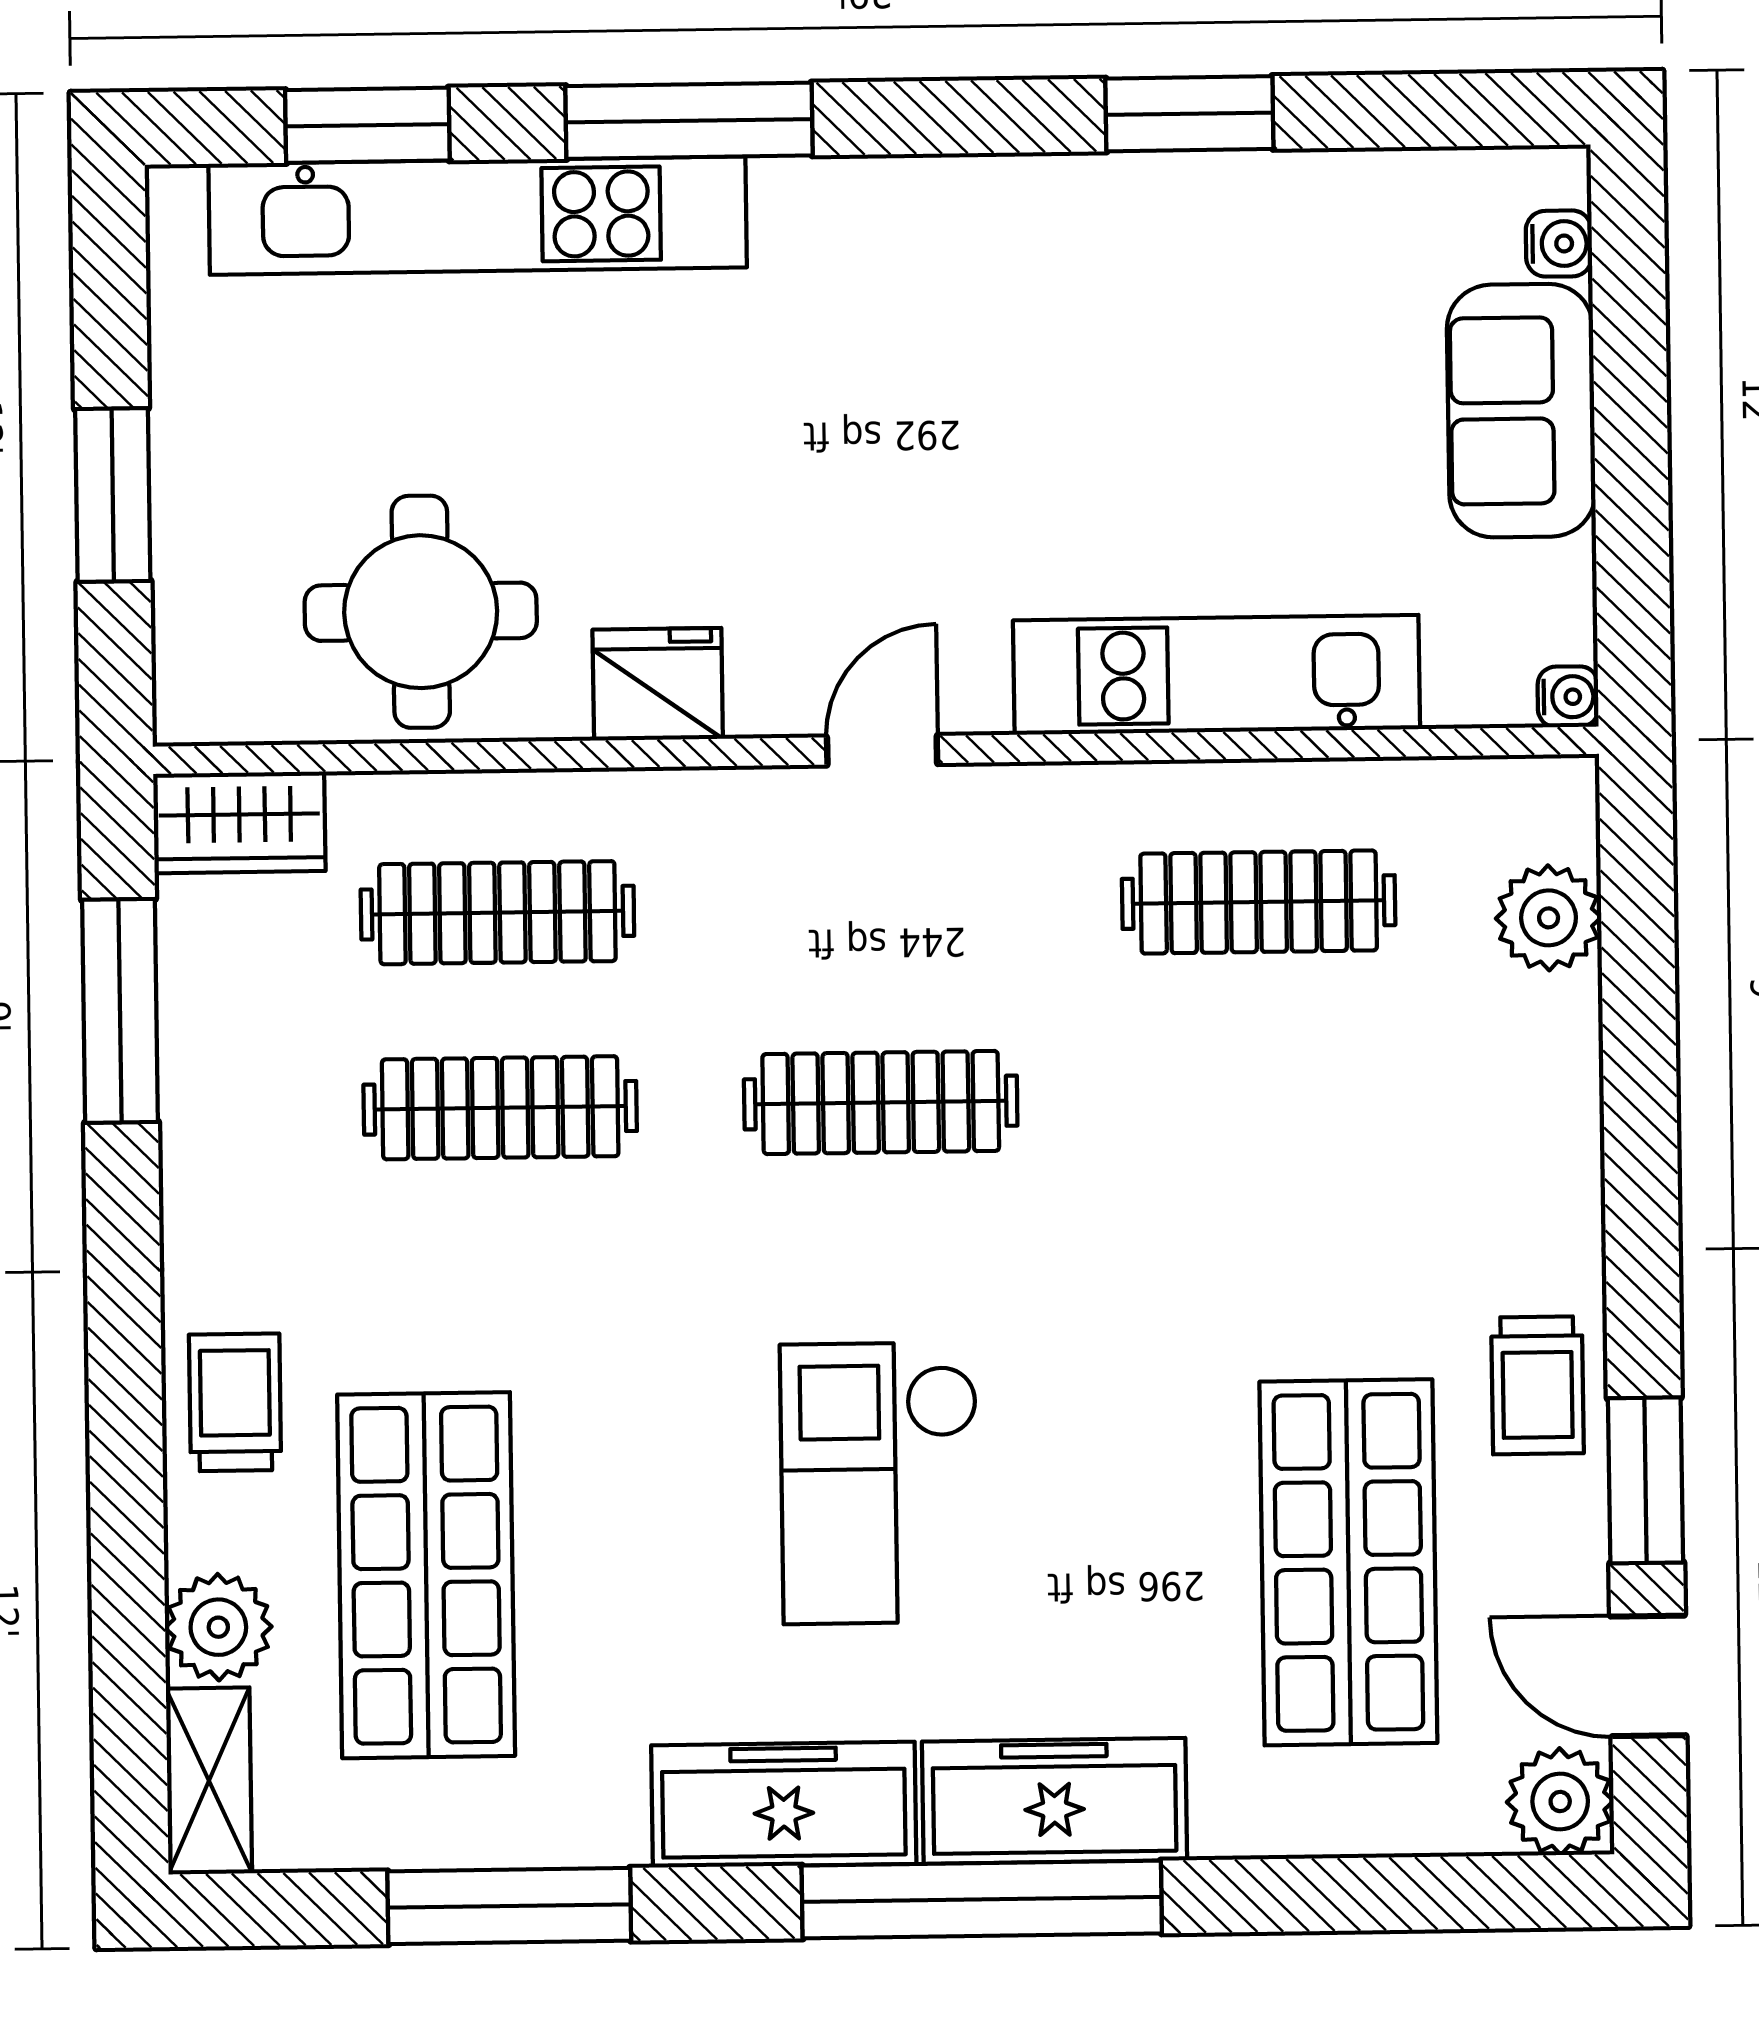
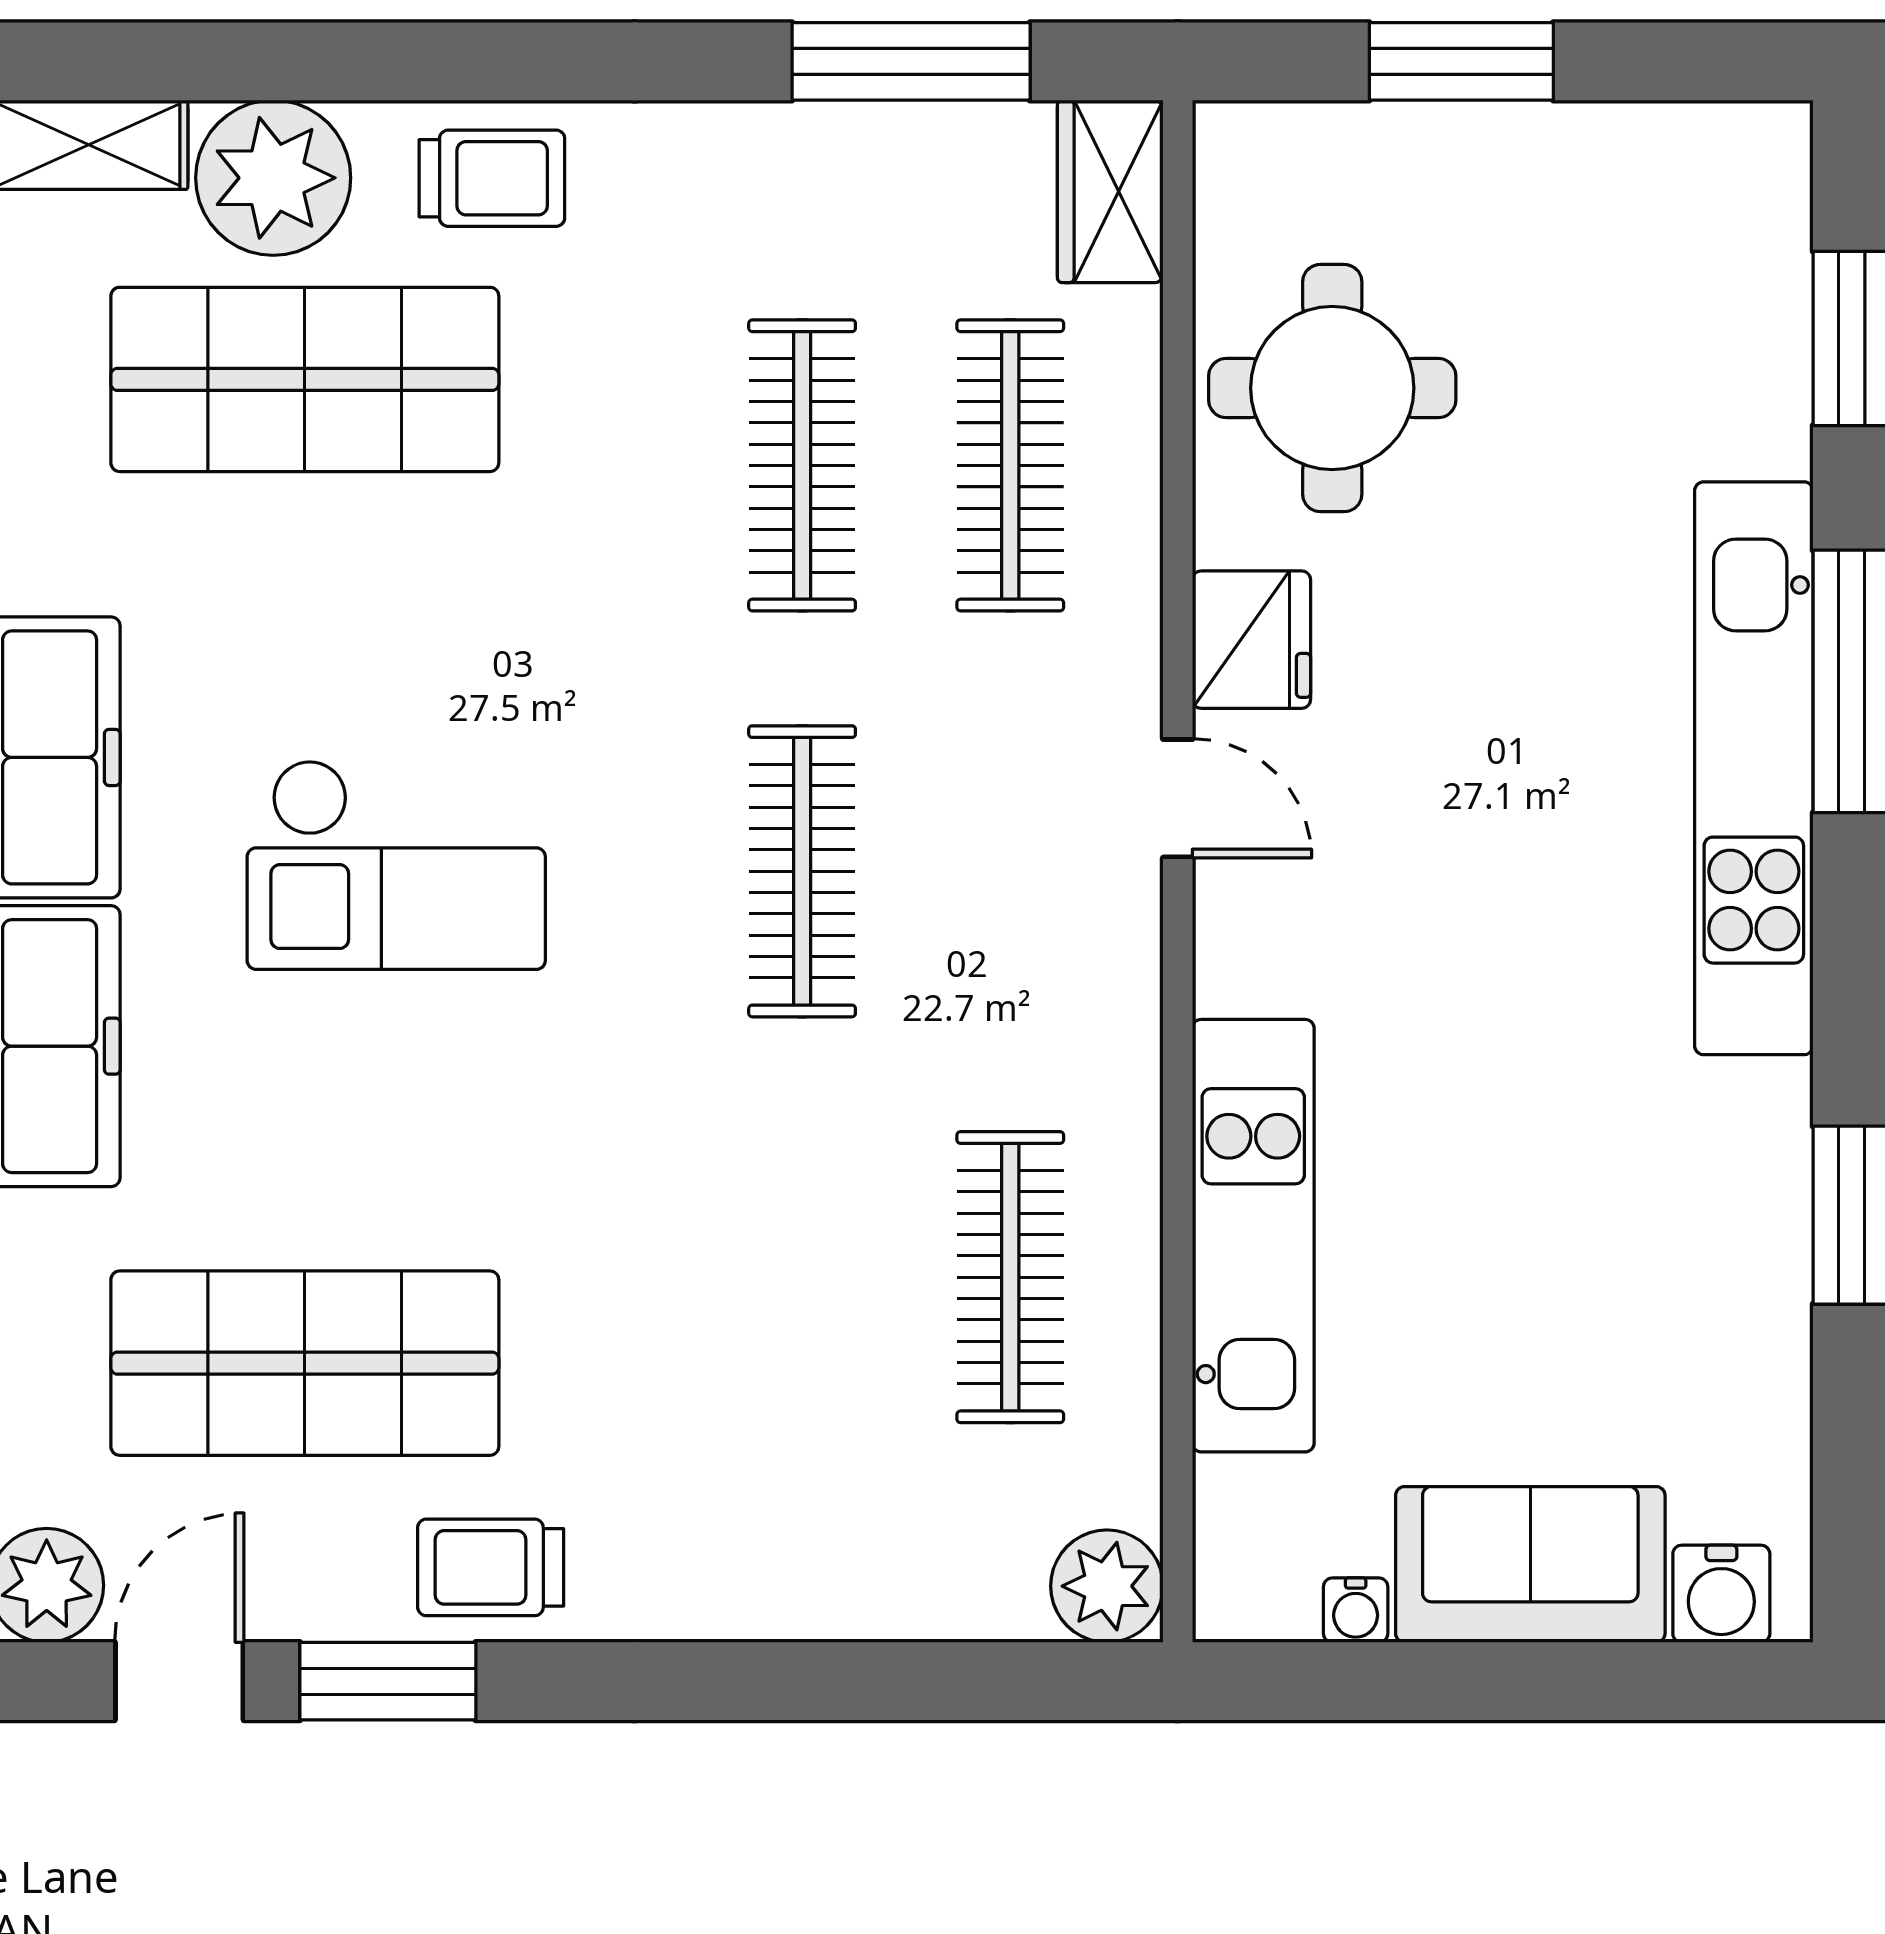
kitchen unit: (478, 216) -> (1754, 768), moved
water cooler: (1559, 244) -> (1721, 1594), width x1.38, depth x1.38
water cooler: (1568, 697) -> (1356, 1610), moved
door: (882, 750) -> (1178, 798), moved
plant: (1549, 918) -> (1107, 1586), moved
checkout: (880, 1483) -> (396, 865), turned 180
plant: (218, 1627) -> (273, 178), width x1.36, depth x1.36

